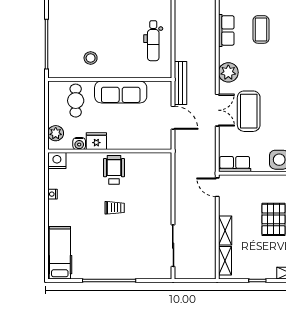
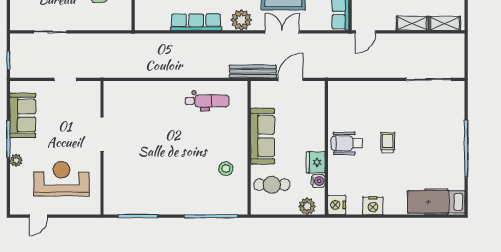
row of seats: (226, 30) -> (196, 22), width x1.48
nightstand: (53, 194) -> (373, 206), width x1.89, depth x1.79

